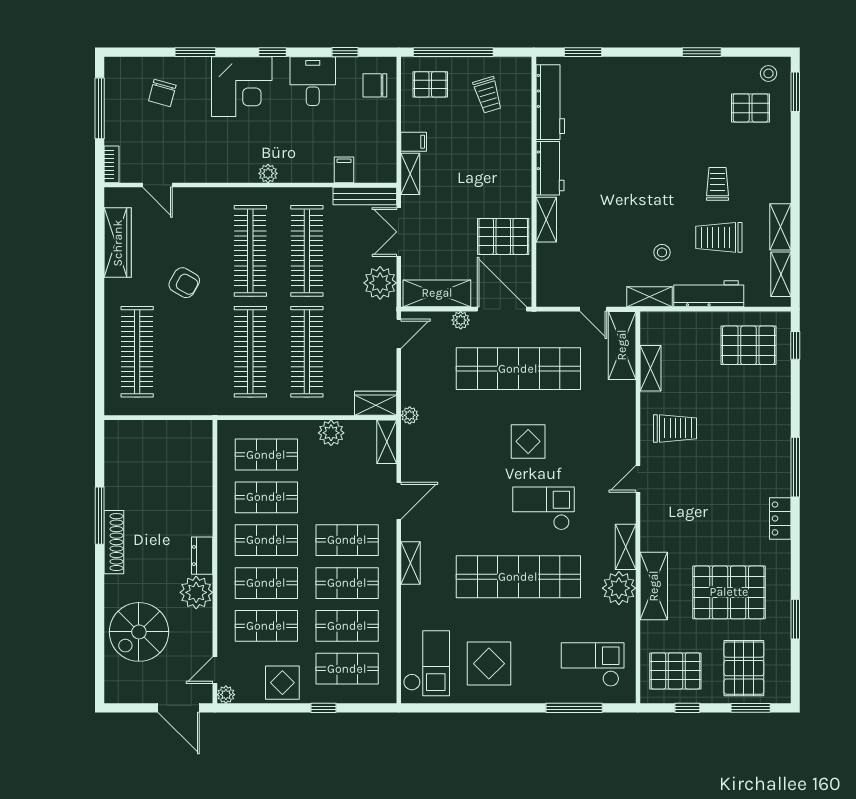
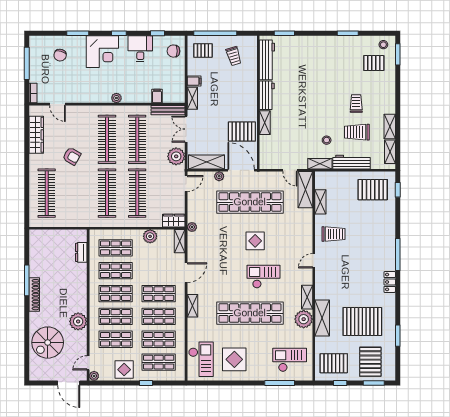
dresser: (202, 556) -> (81, 252), moved

